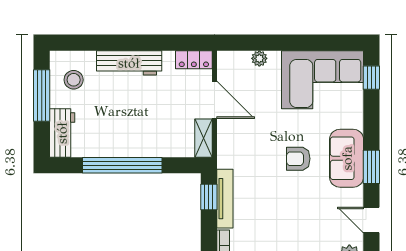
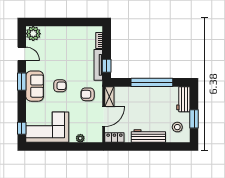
window: (42, 96) -> (194, 119), width x0.69
door: (214, 100) -> (104, 117), swing flipped
armchair: (245, 142) -> (88, 94), added

